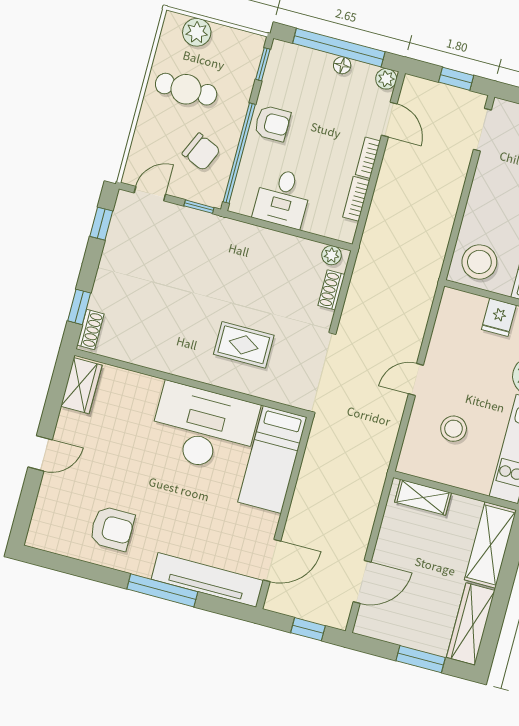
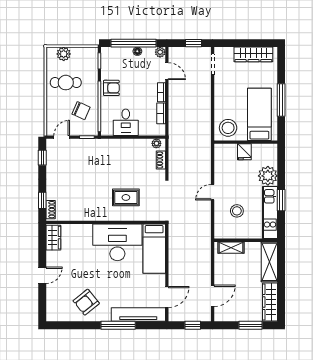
armchair: (112, 529) -> (86, 302), turned 141

